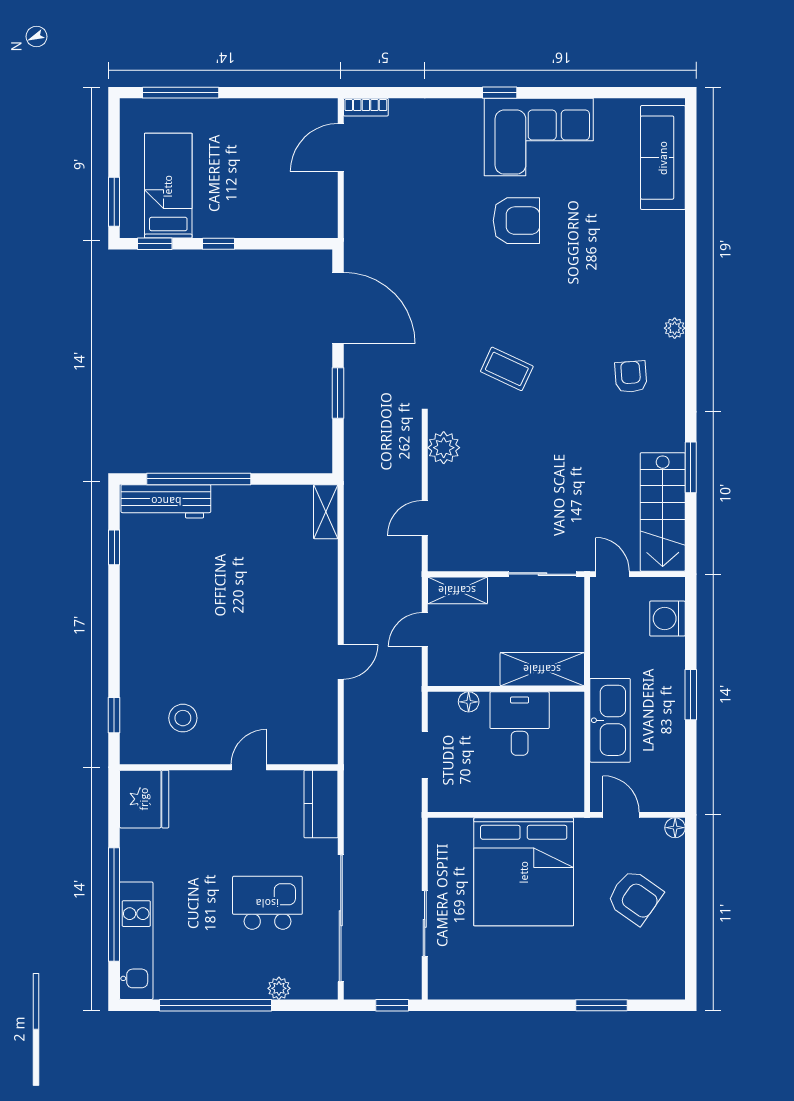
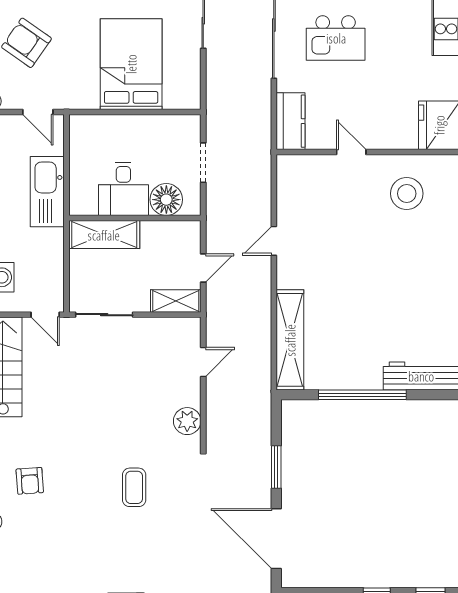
coffee table: (507, 369) -> (134, 487), turned 65
window: (199, 479) -> (362, 395), moved
shelving: (326, 512) -> (290, 340), width x2.20, depth x1.33
floor lamp: (469, 702) -> (166, 200), width x1.89, depth x1.89
stool: (183, 718) -> (407, 194), width x1.38, depth x1.38
door: (249, 767) -> (351, 152), swing flipped
bed: (524, 872) -> (131, 64), width x0.73

